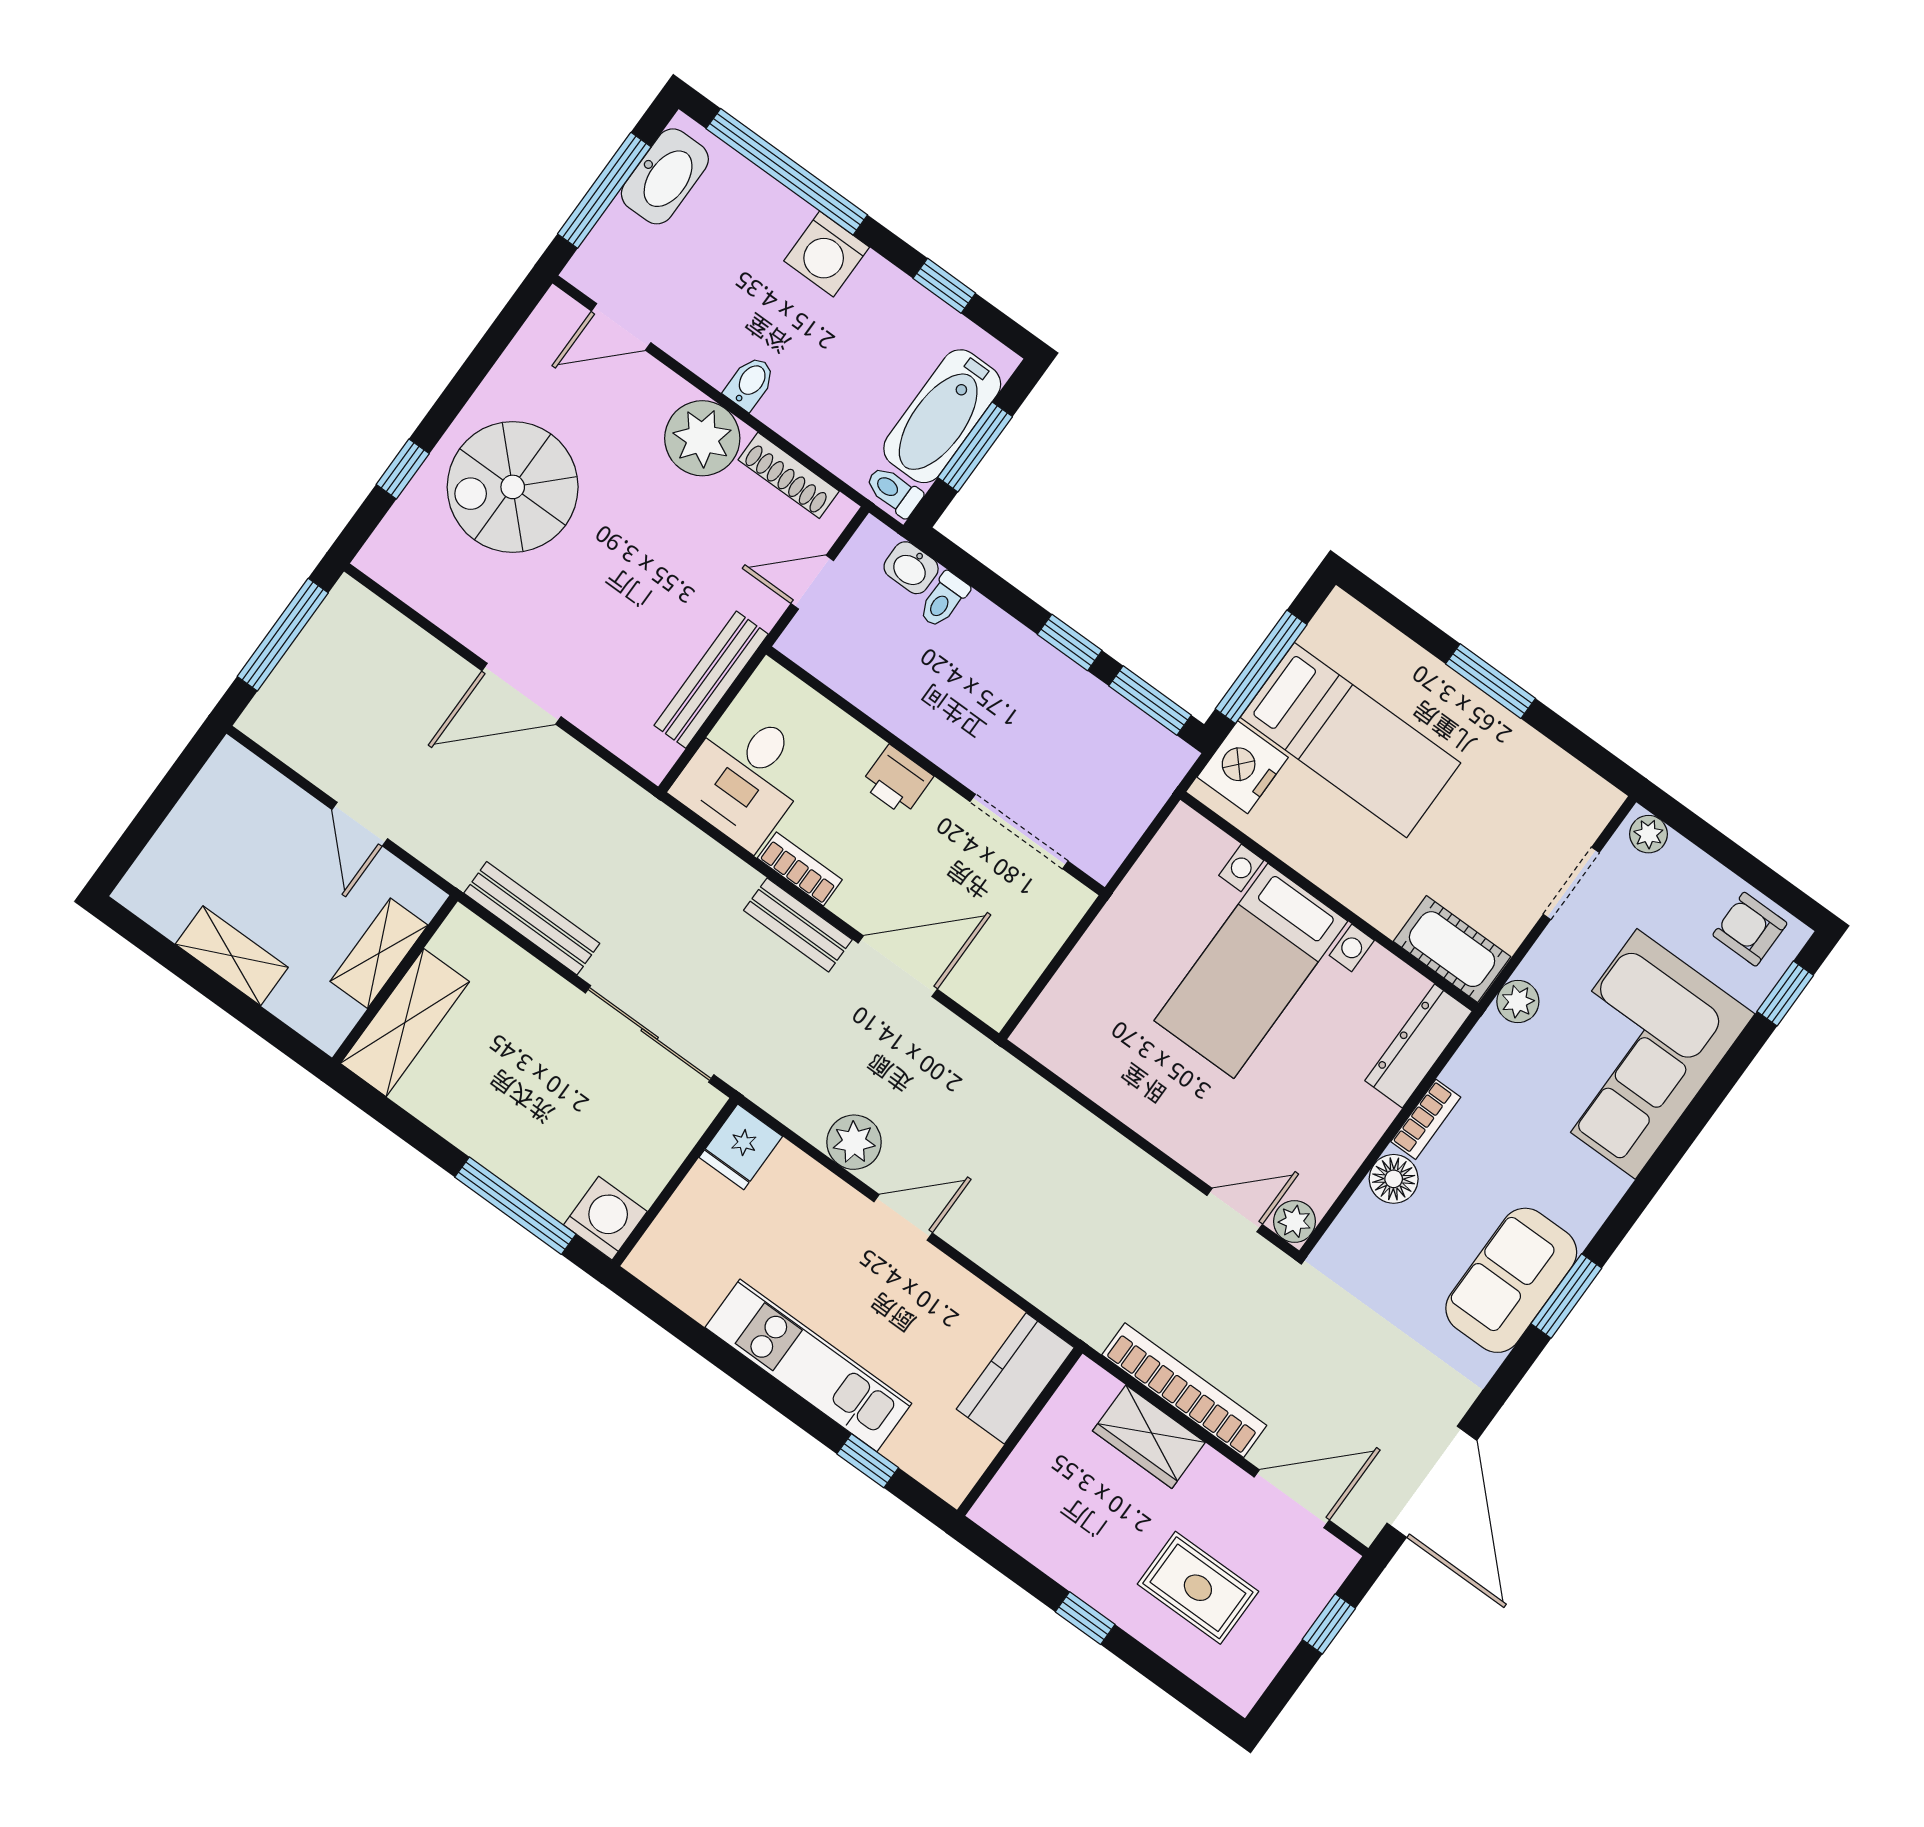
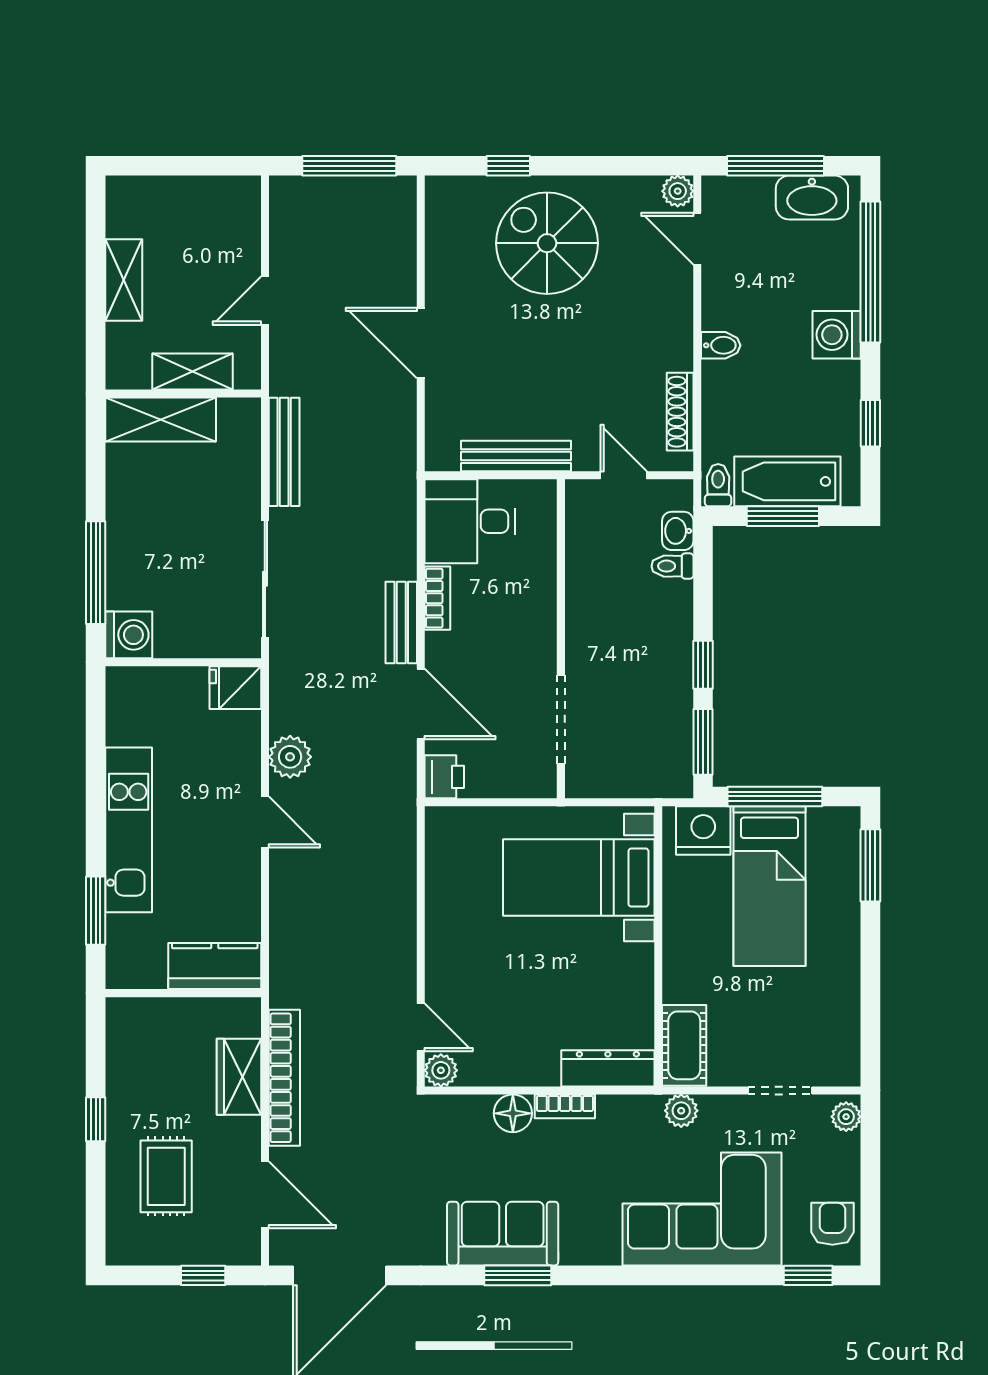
plant: (702, 438) -> (678, 191), moved, width x0.53, depth x0.53
window: (1491, 681) -> (870, 865), moved
printer: (897, 780) -> (444, 777), moved, turned 180
bed with nightstands: (1251, 971) -> (579, 878), moved
window: (868, 1461) -> (96, 911), width x1.50

